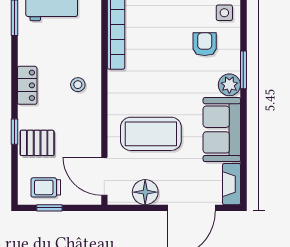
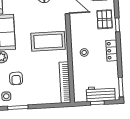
coffee table: (151, 134) -> (48, 41), moved
pallet: (37, 143) -> (105, 19), turned 90

